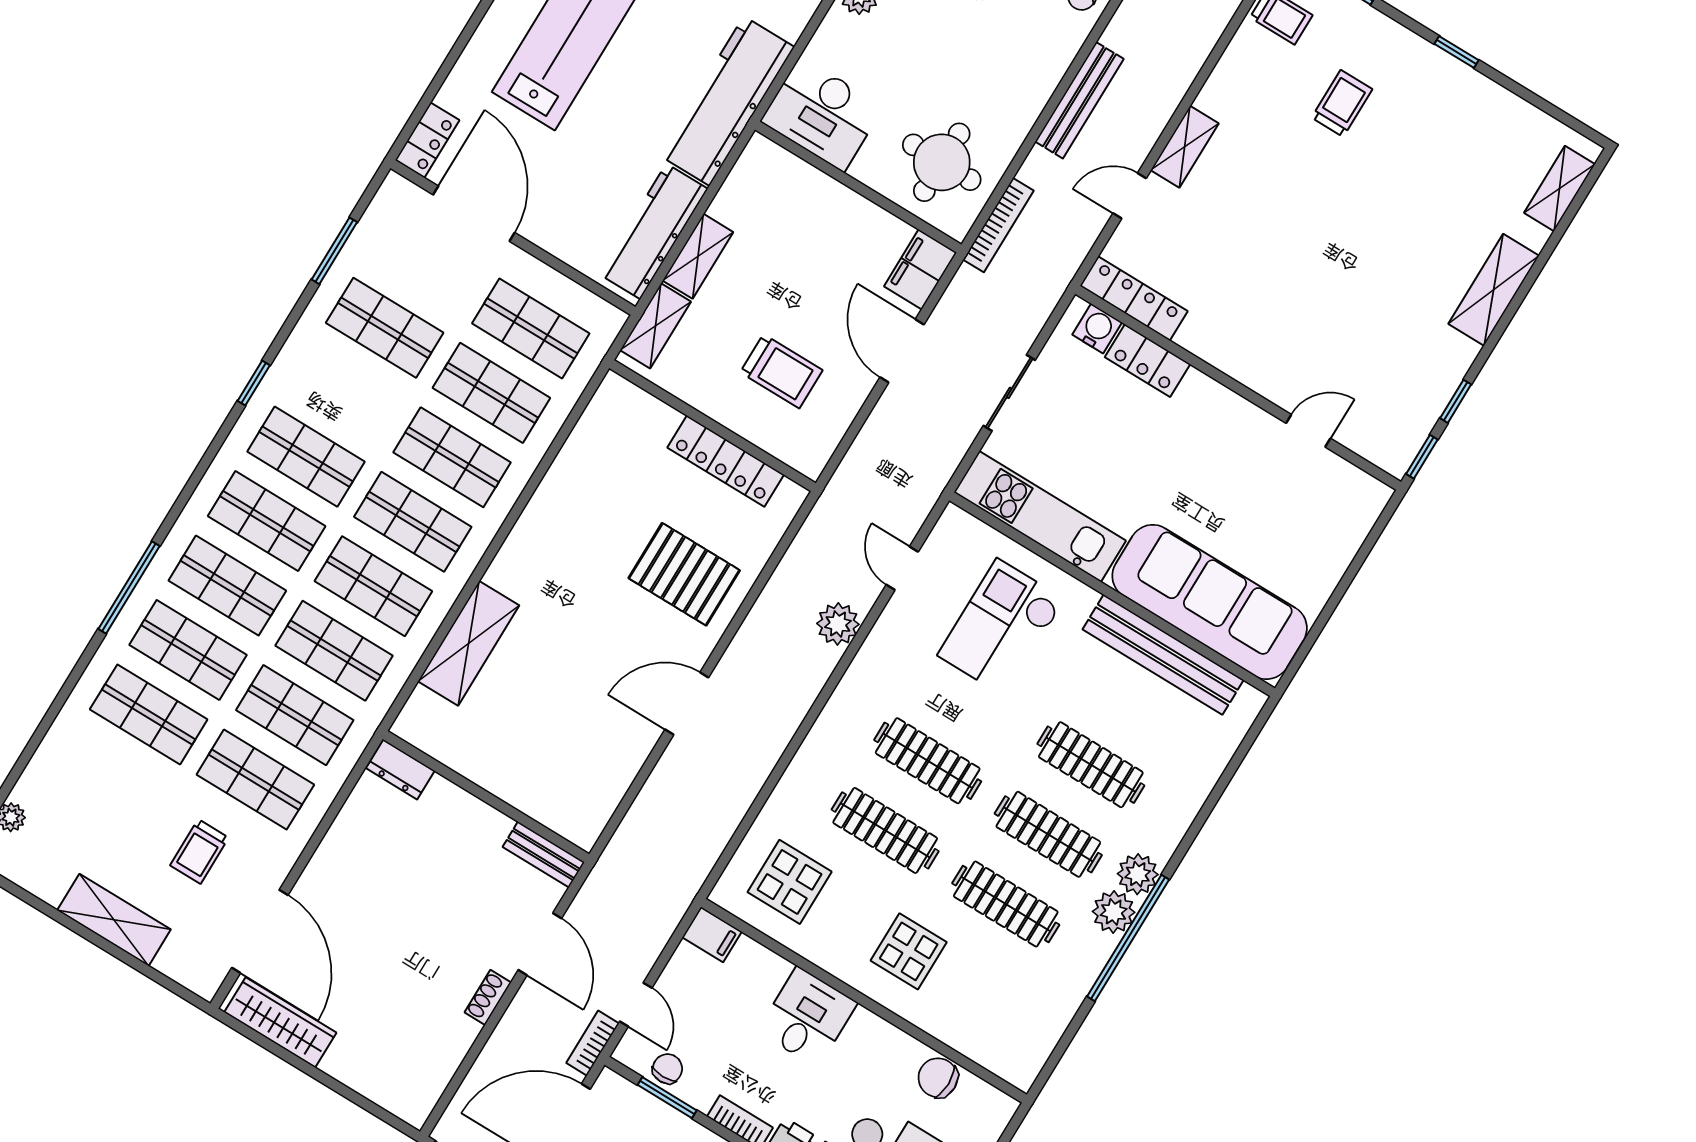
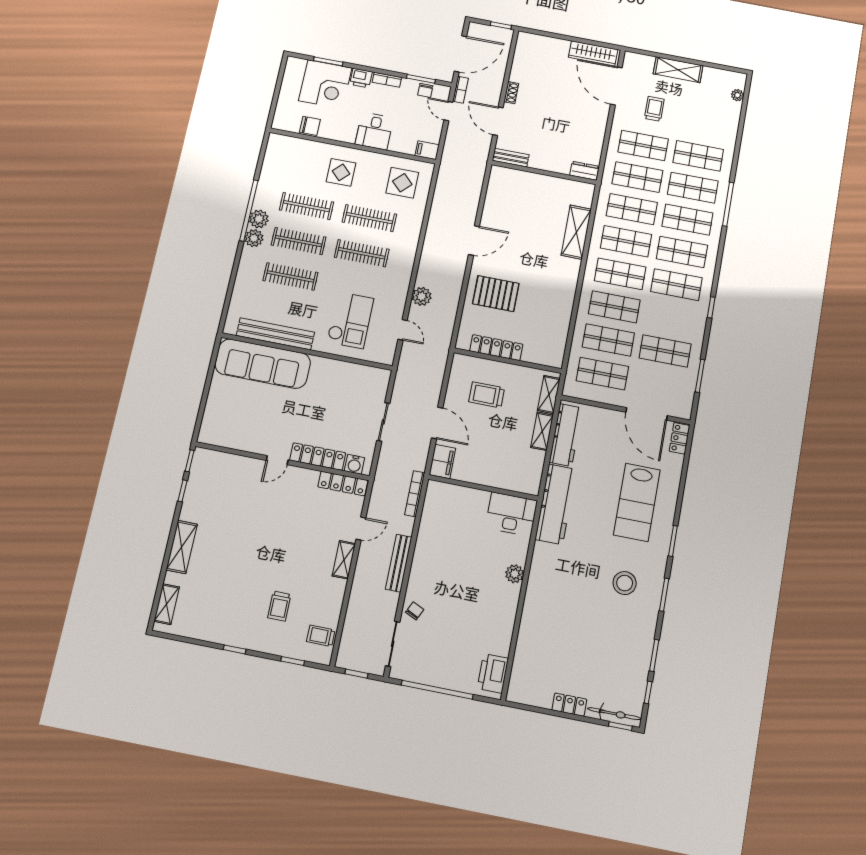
round table: (942, 162) -> (450, 512), removed
locker: (1147, 361) -> (318, 457), width x1.53
door: (1308, 431) -> (277, 460), moved
kitchen unit: (1040, 517) -> (350, 373), removed

